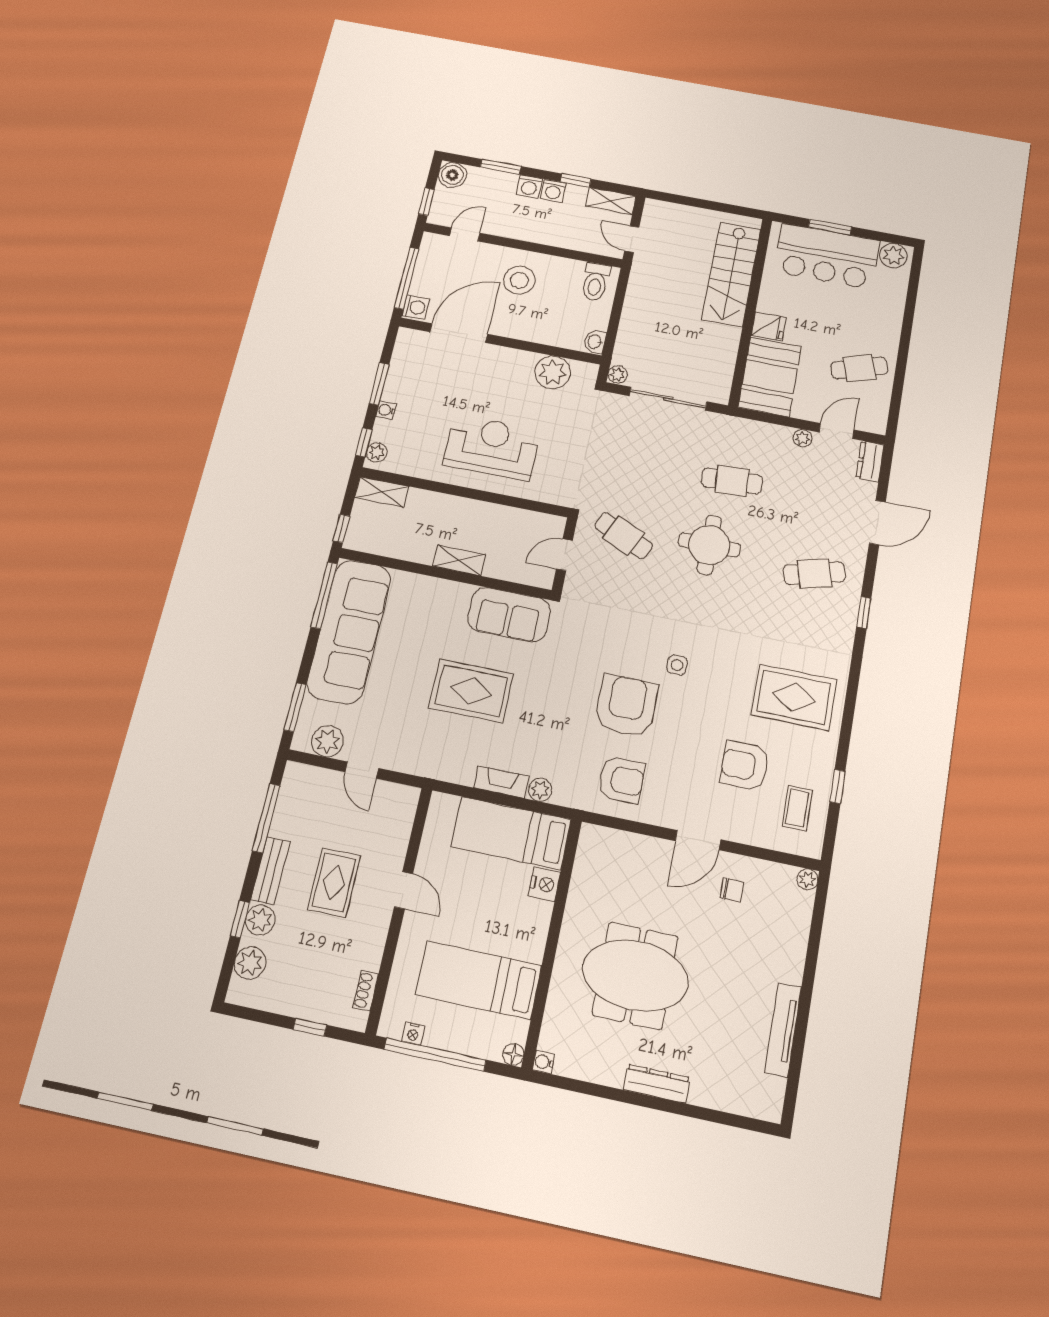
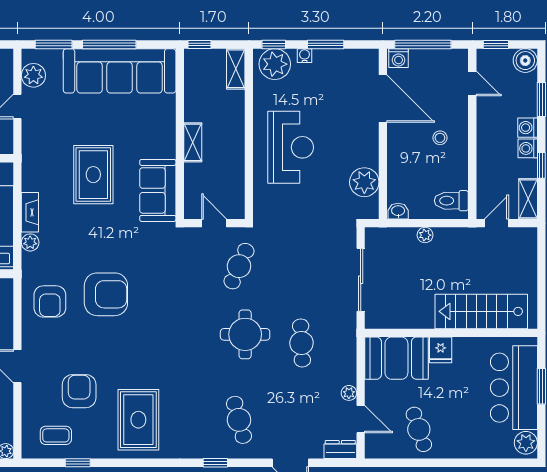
stool: (519, 280) -> (440, 138), width x0.53, depth x0.53
plant: (618, 374) -> (425, 235), moved
plant: (377, 452) -> (275, 64), width x1.88, depth x1.88
window: (324, 595) -> (109, 44), moved
side table: (677, 665) -> (145, 327), removed

